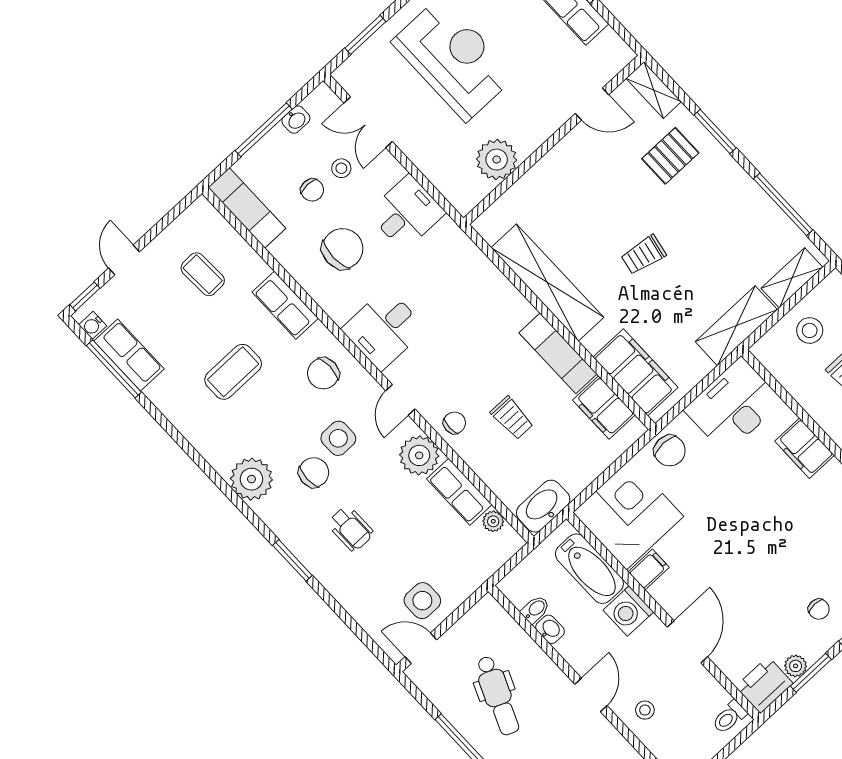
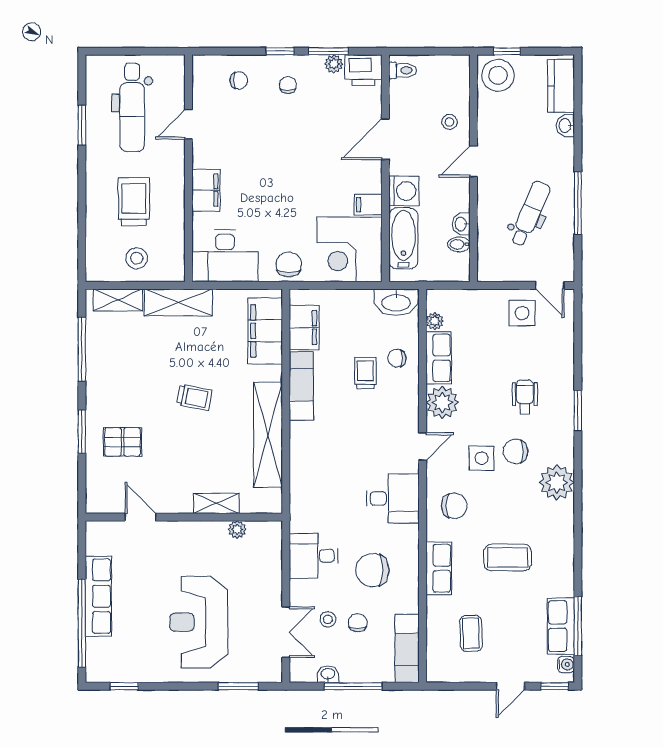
shelving: (654, 90) -> (216, 503), moved, turned 90
plant: (497, 160) -> (237, 529), width x0.53, depth x0.53
chair: (454, 423) -> (397, 358), moved

